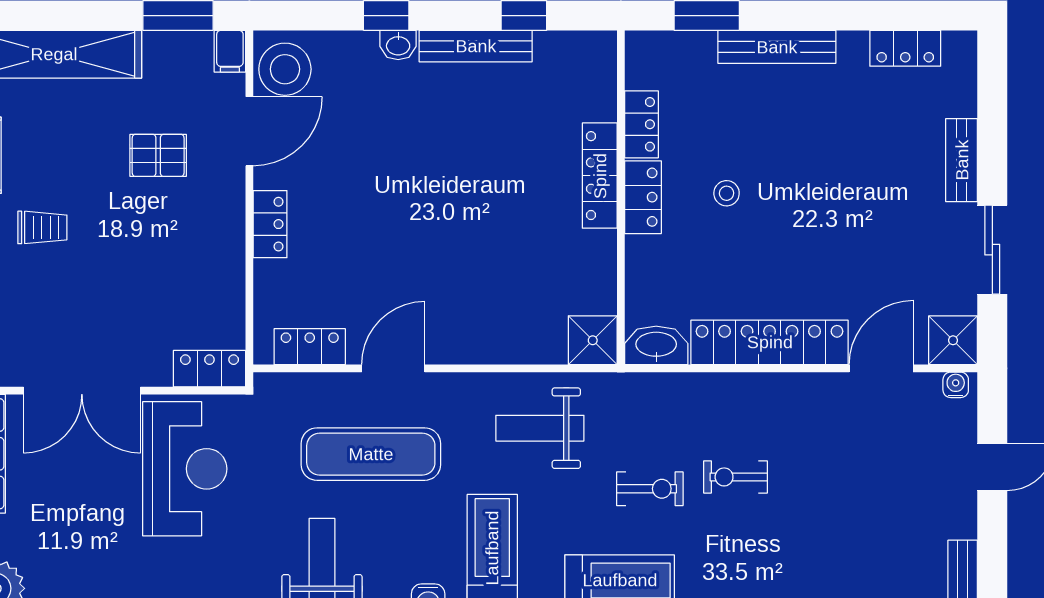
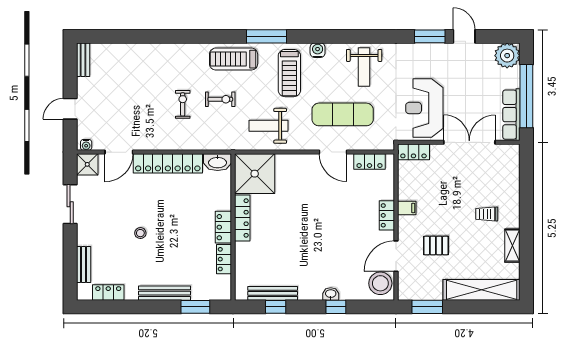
bench: (476, 46) -> (273, 293), moved
filing cabinet: (230, 51) -> (407, 208), moved, turned 90
bench: (962, 160) -> (84, 264), moved
locker: (600, 176) -> (242, 218), moved
stool: (727, 193) -> (140, 233), moved
shower: (593, 340) -> (255, 174), width x1.86, depth x1.86
door: (393, 368) -> (333, 152), hinge flipped
weight bench: (540, 428) -> (269, 126), turned 180
exercise bike: (736, 477) -> (183, 104), turned -90
exercise bike: (650, 489) -> (220, 99), turned 180

